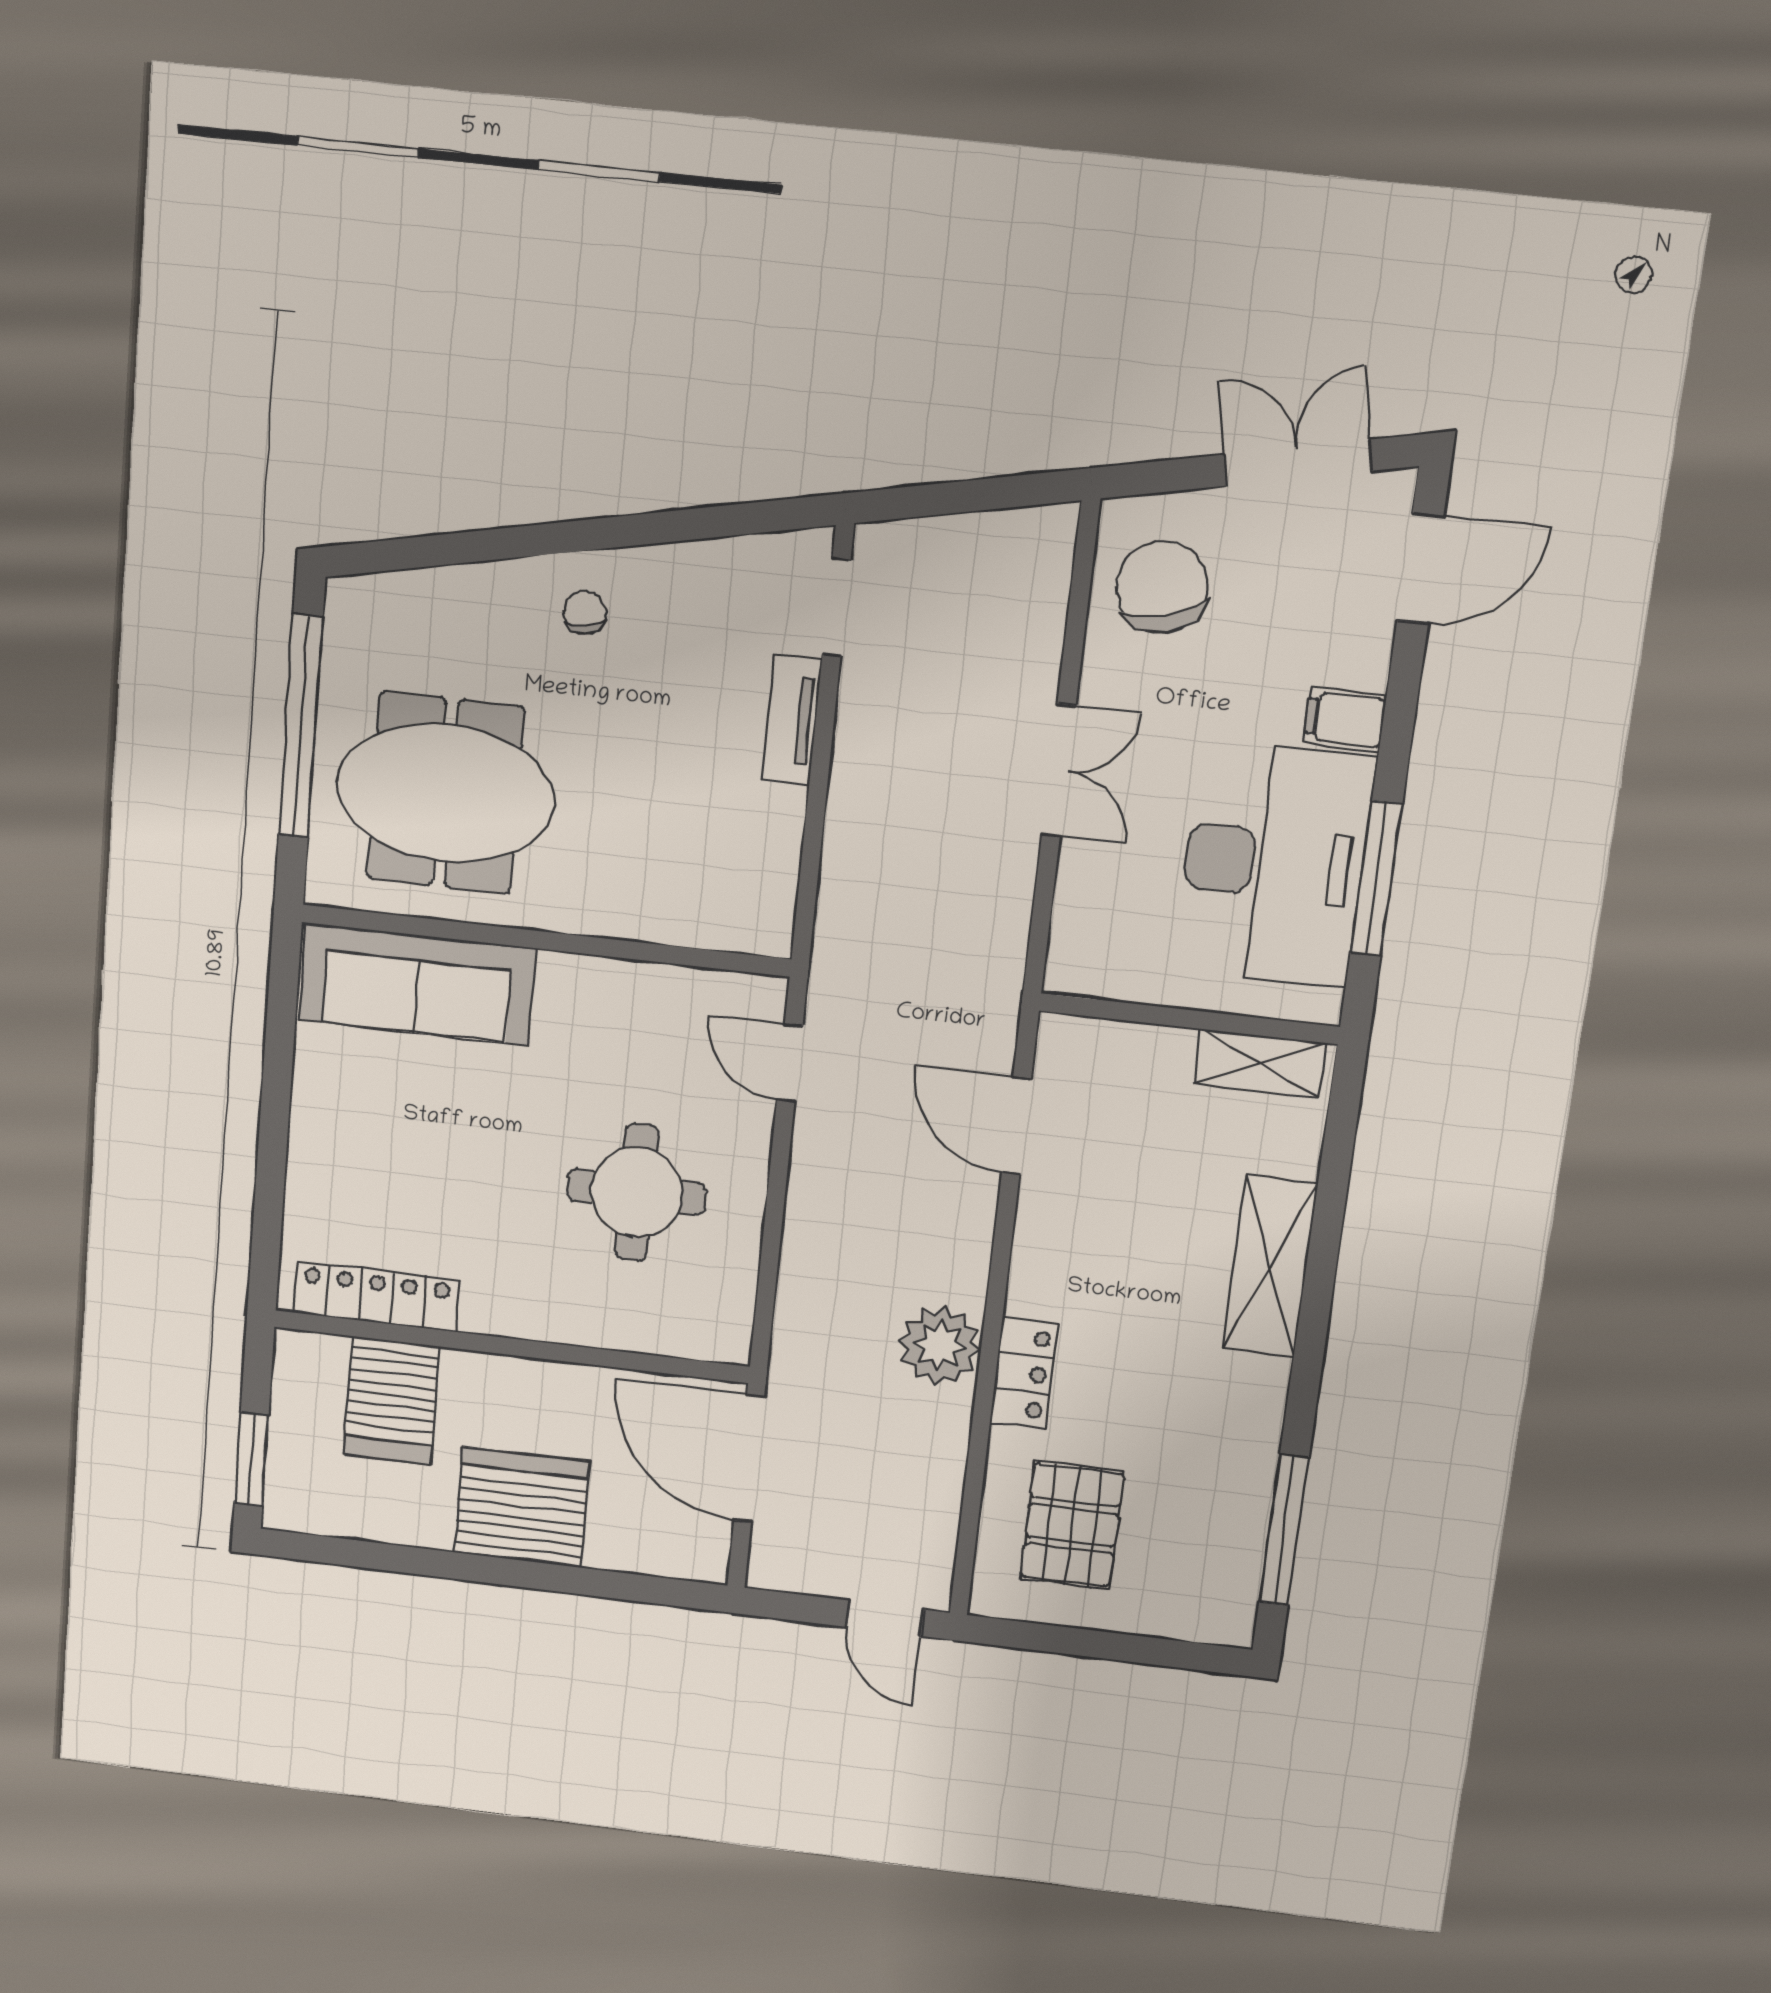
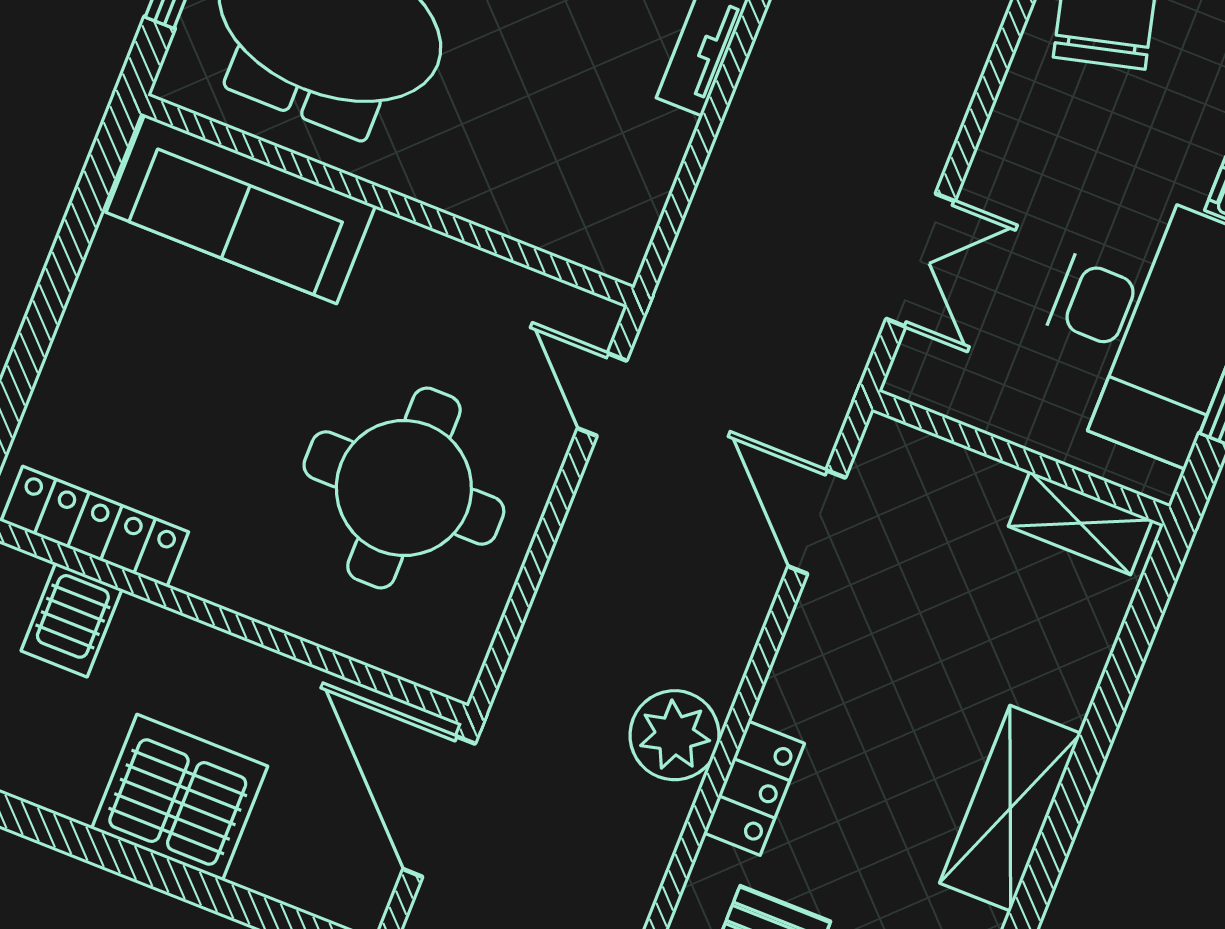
double door: (1059, 770) -> (920, 260), moved
round table: (637, 1192) -> (404, 488), width x1.36, depth x1.36
shelving: (1270, 1266) -> (1010, 808), moved
server rack: (392, 1401) -> (71, 620), width x0.73, depth x0.70

